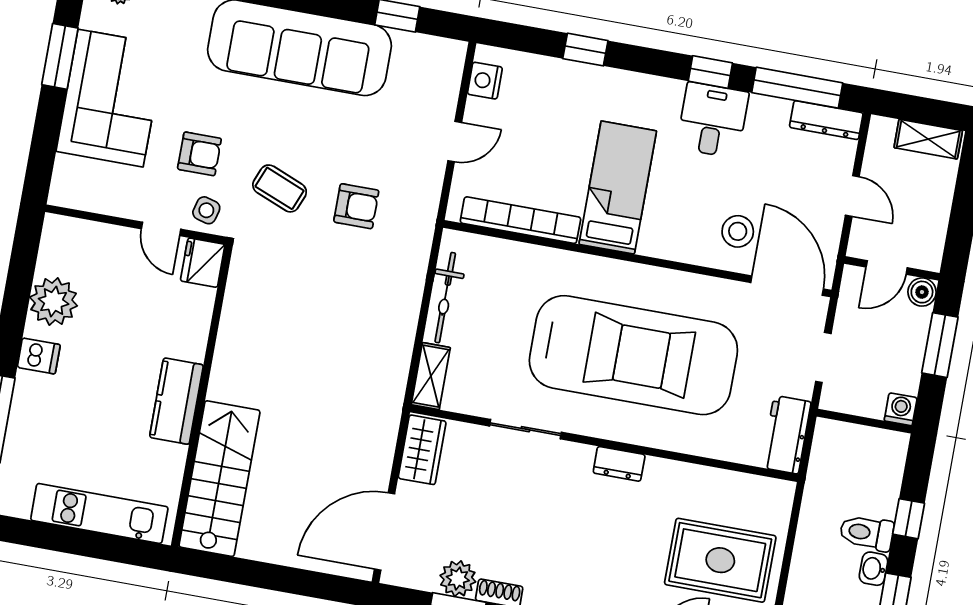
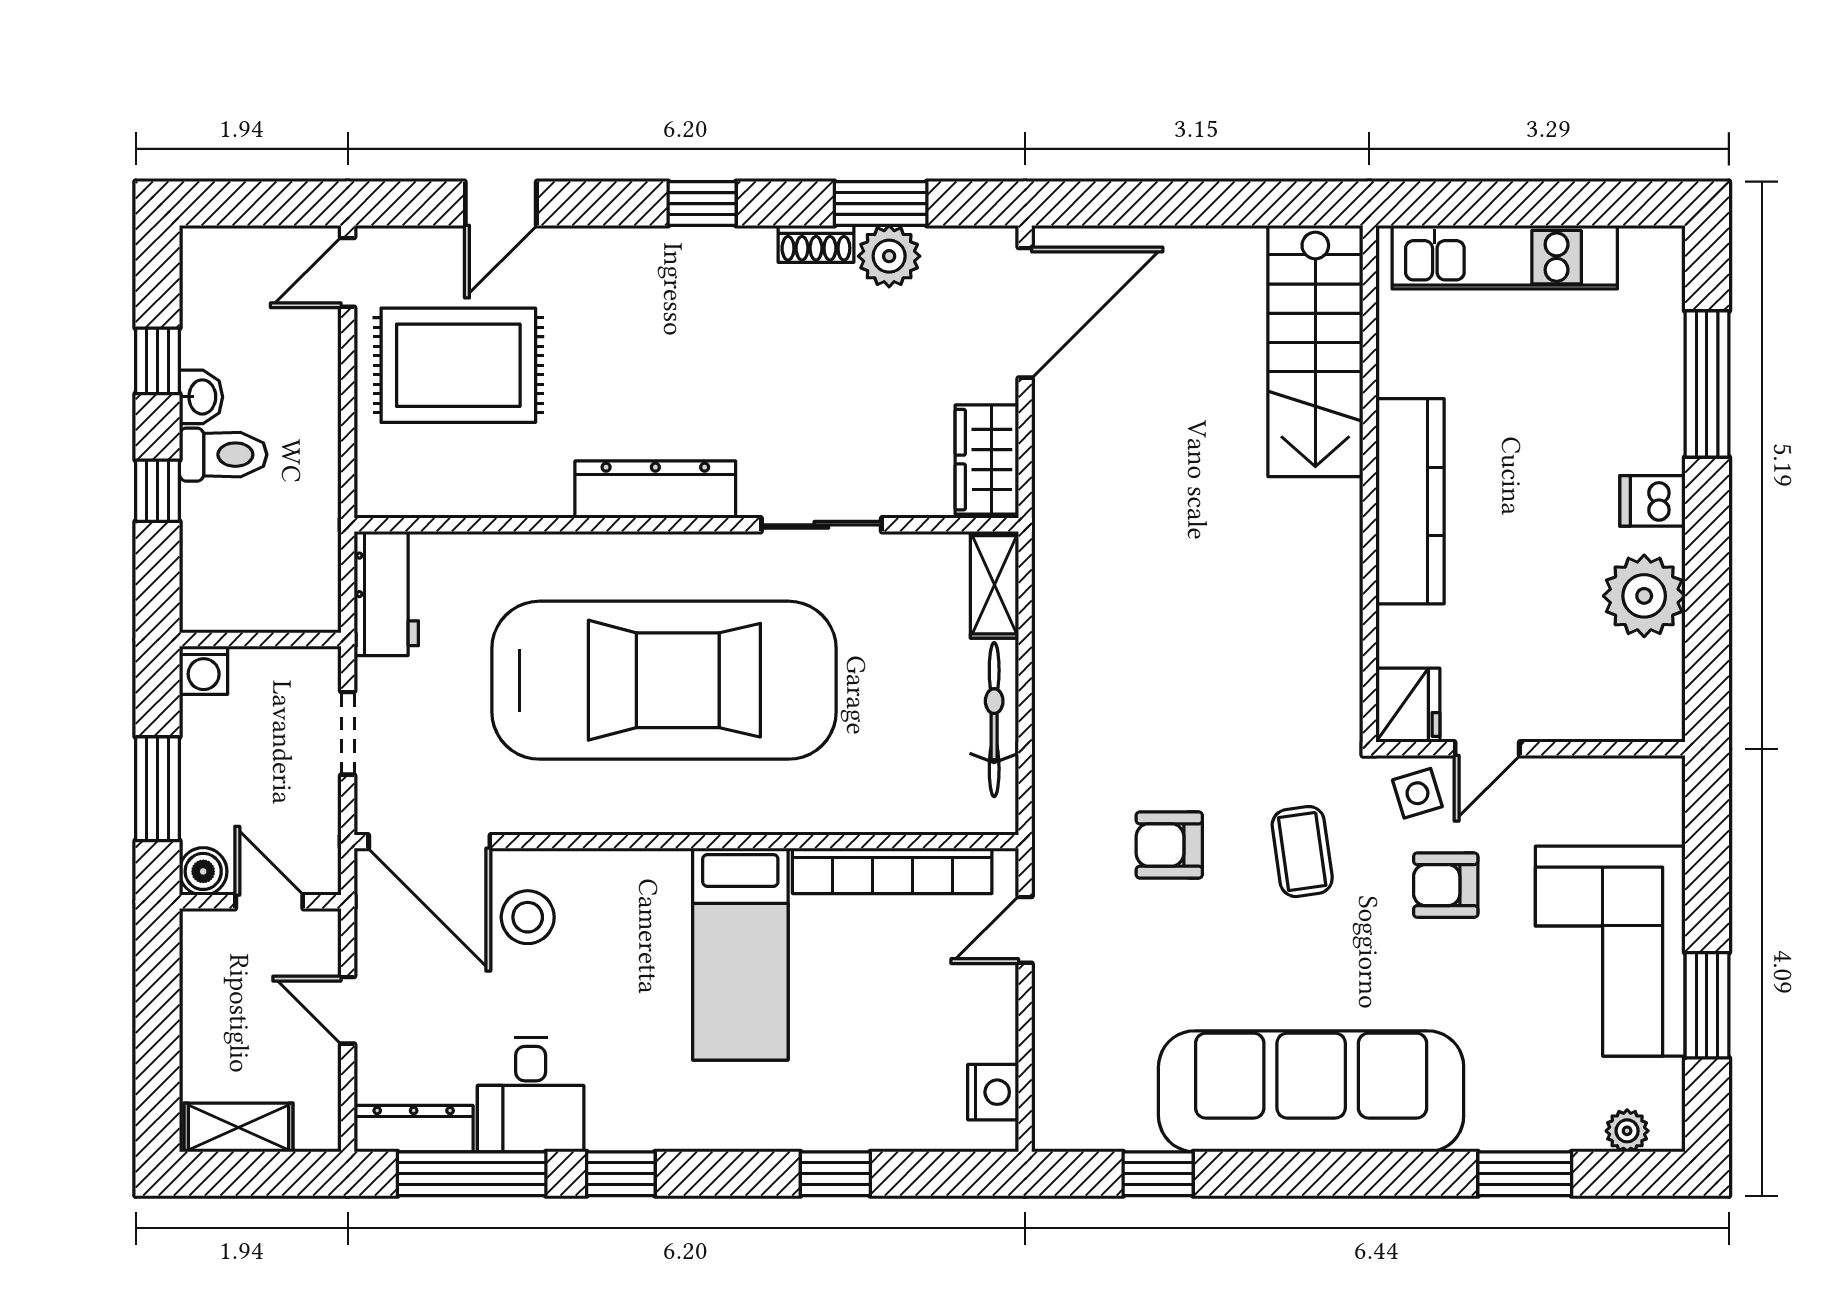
desk: (713, 120) -> (531, 1095), moved
door: (455, 142) -> (1025, 930), moved
coffee table: (280, 188) -> (1302, 852), turned 60
side table: (206, 210) -> (1417, 793), turned -32
door: (161, 229) -> (1487, 749), swing flipped
door: (887, 267) -> (269, 902), hinge flipped
car: (633, 355) -> (664, 680), turned 180
kitchen counter: (176, 401) -> (1410, 501), width x1.50
dresser: (619, 464) -> (655, 490), width x1.96, depth x1.24

